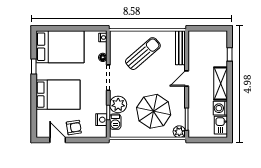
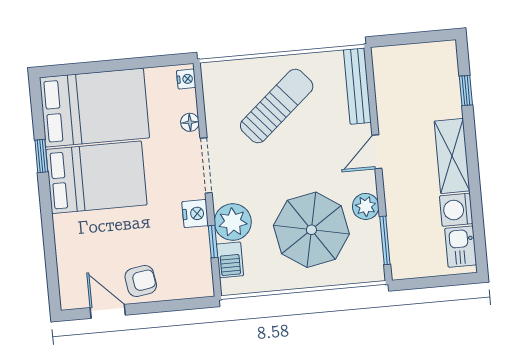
bed: (58, 95) -> (96, 177), moved
nightstand: (101, 120) -> (195, 214), moved
plant: (179, 132) -> (366, 206), moved

